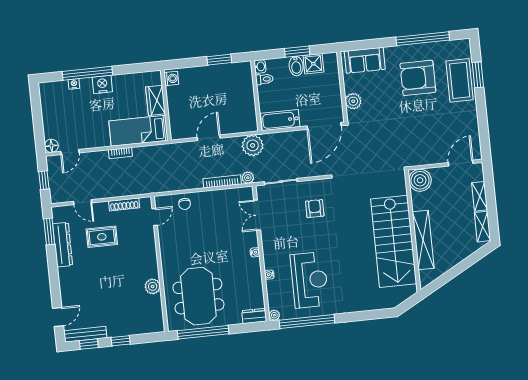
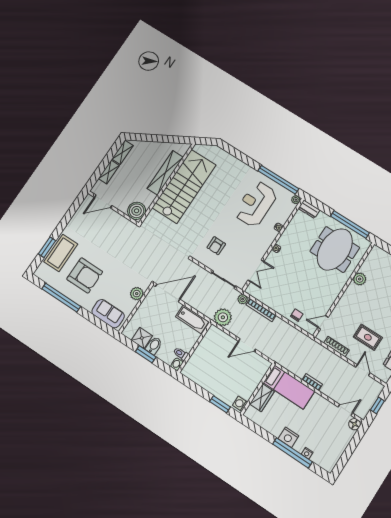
window: (219, 60) -> (220, 404), moved

